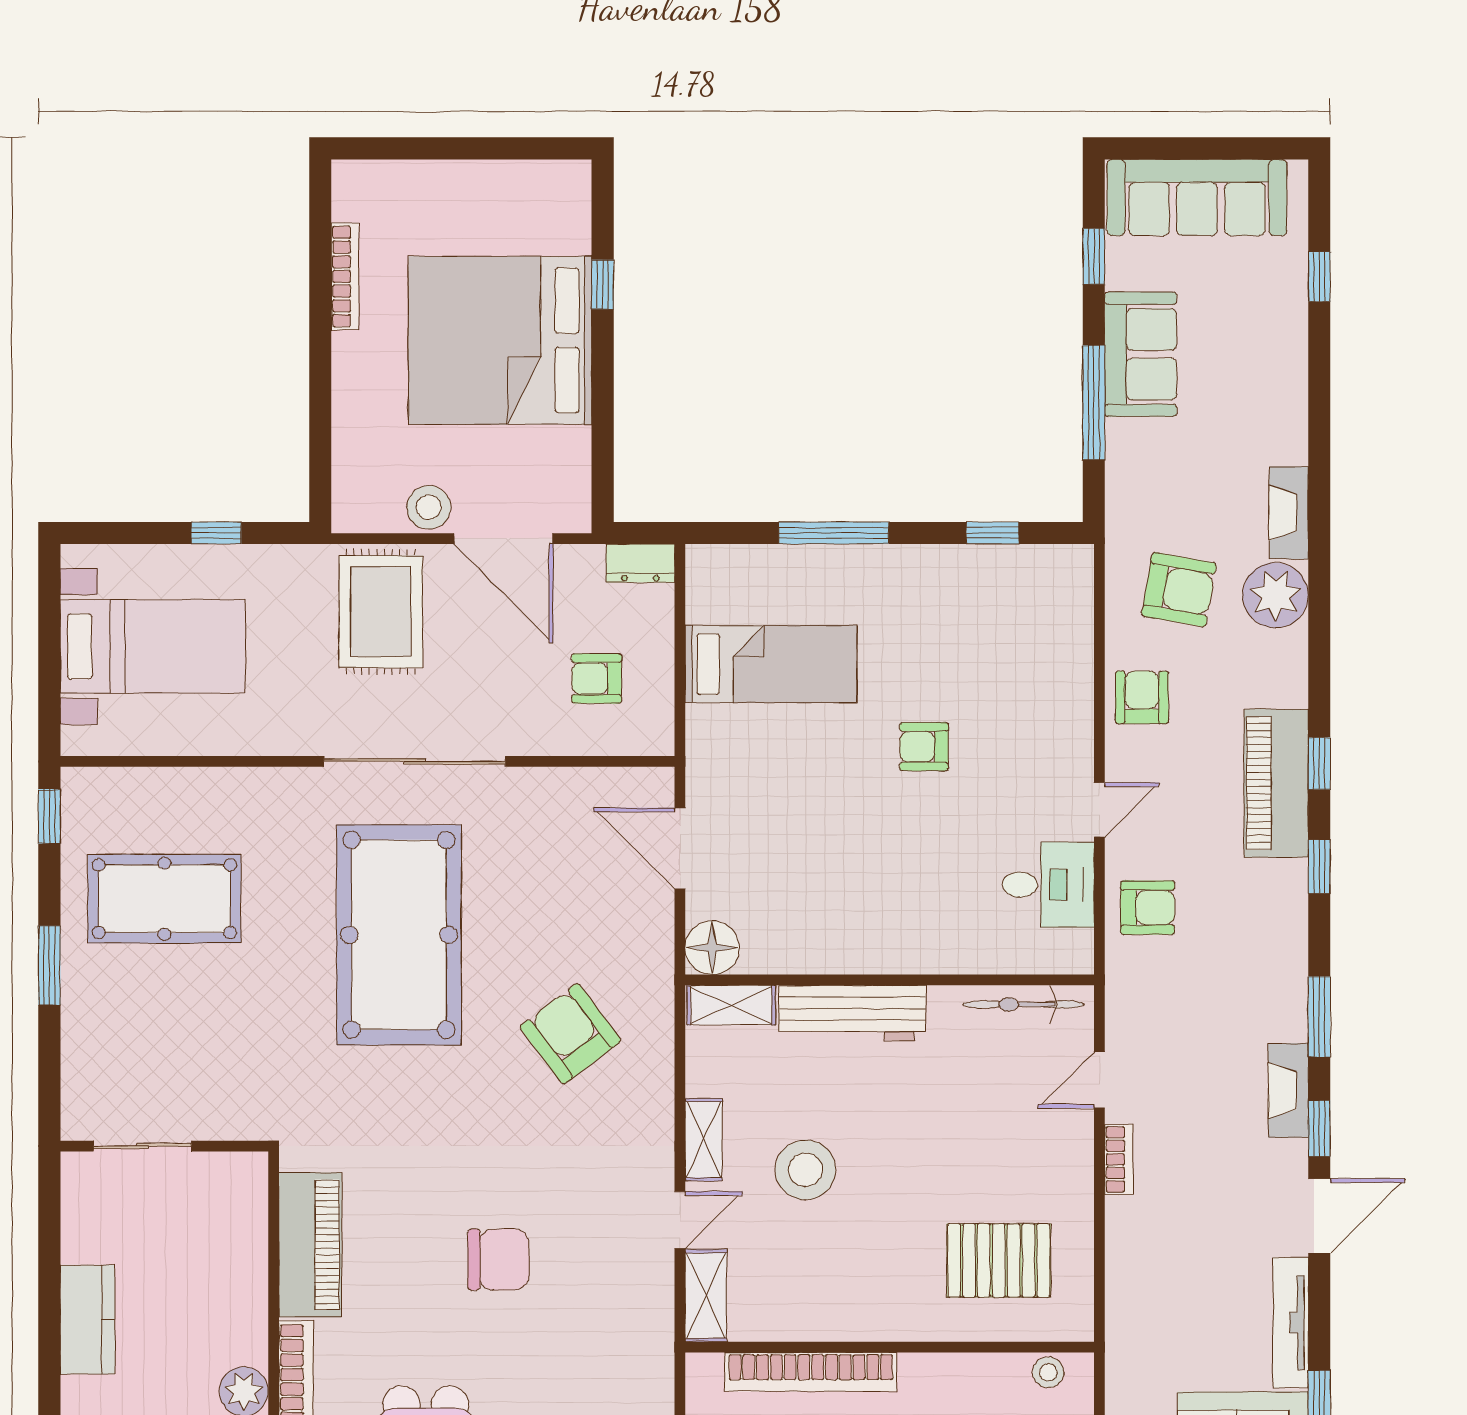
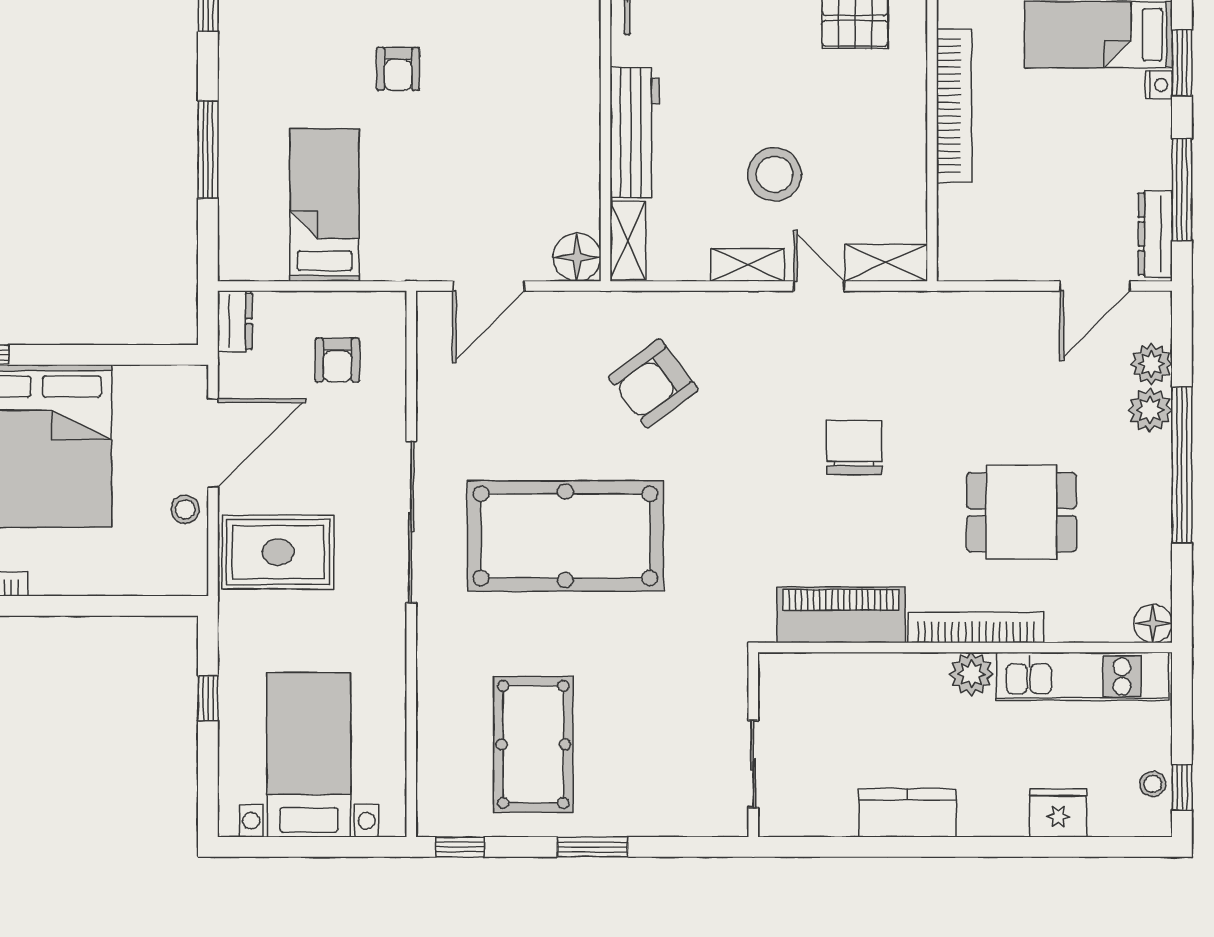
stool: (429, 507) -> (185, 509), width x0.73, depth x0.73
bookcase: (811, 1372) -> (954, 106), moved

